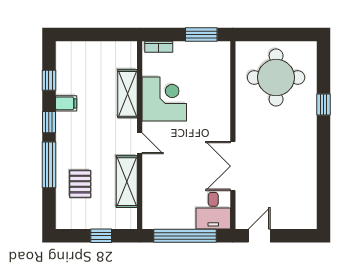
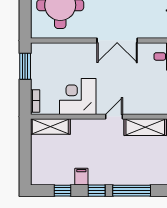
shelving: (127, 94) -> (50, 127), moved
double door: (233, 166) -> (117, 41), moved
pallet: (80, 184) -> (147, 165), removed

